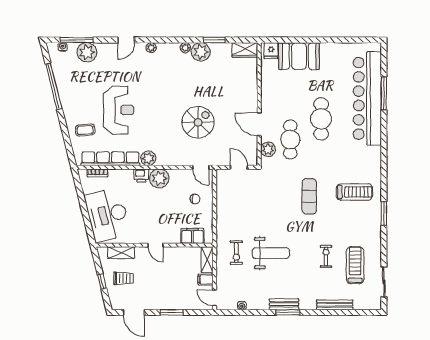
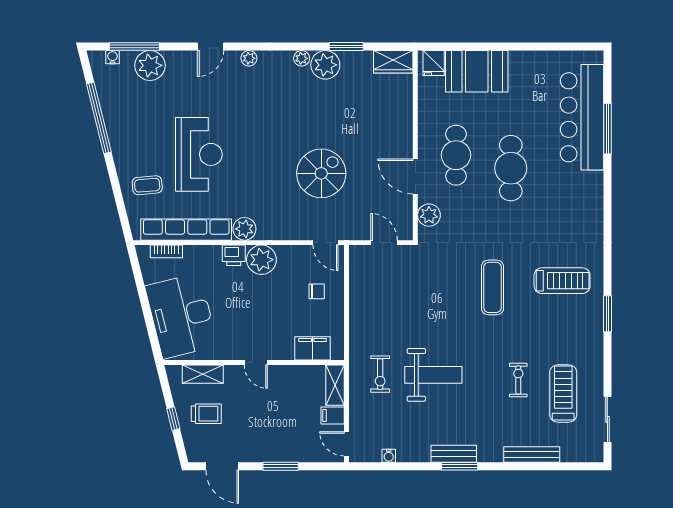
bar counter: (367, 98) -> (582, 117), width x0.73
cafe table: (290, 139) -> (456, 155), moved

